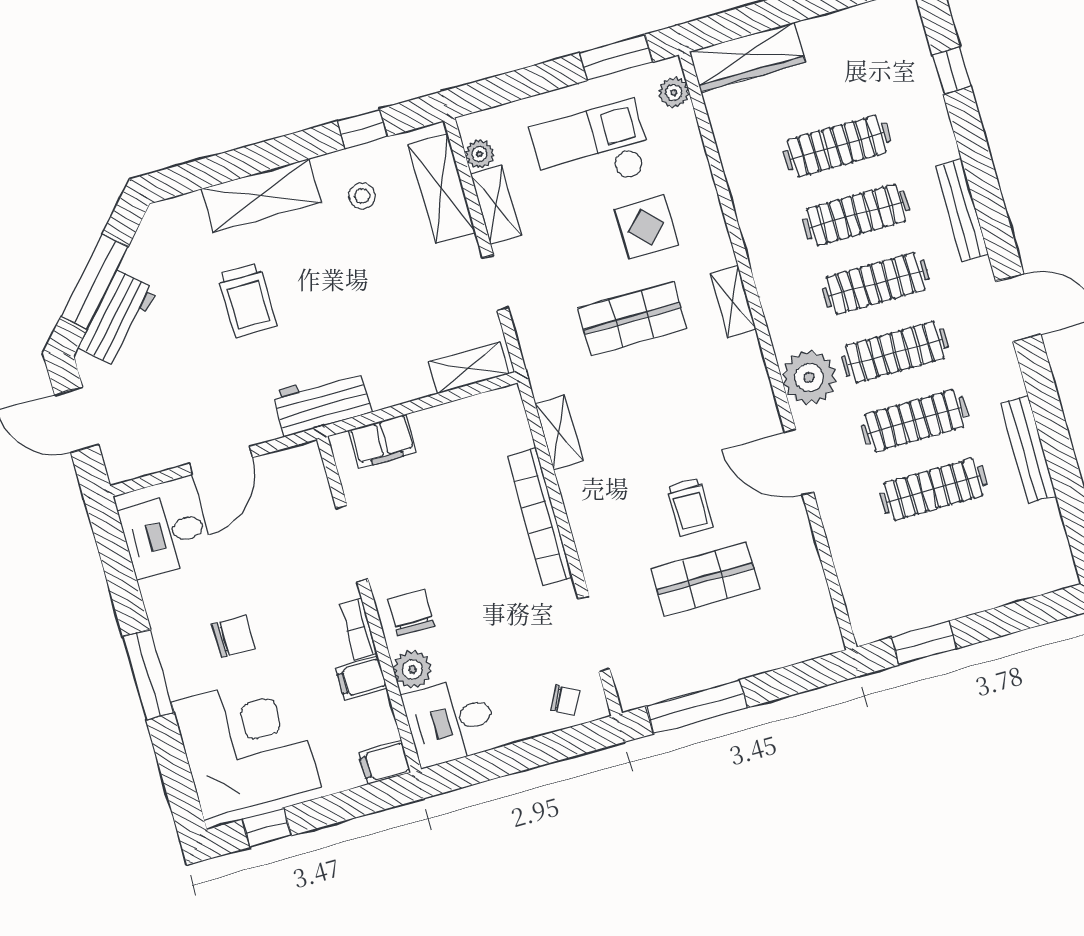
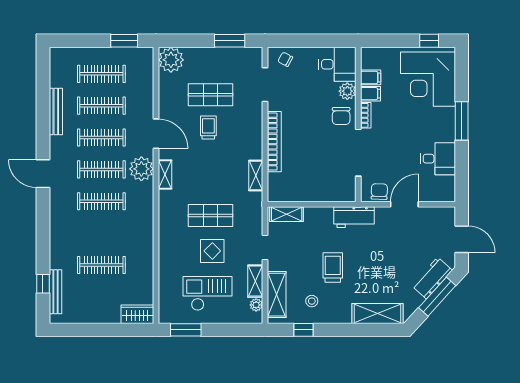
wardrobe: (747, 57) -> (137, 314), width x0.67
plant: (674, 92) -> (171, 60), moved, width x1.88, depth x1.88
checkout: (591, 149) -> (207, 293), turned 180
shelving: (261, 196) -> (377, 313), moved
bench: (962, 210) -> (55, 292), moved
clothes rail: (856, 215) -> (101, 74), moved
display table: (646, 227) -> (212, 251), moved
trolley: (247, 300) -> (333, 267), moved
shelving: (733, 302) -> (165, 175), moved
filing cabinet: (382, 441) -> (333, 193), removed
desk: (164, 535) -> (438, 159), moved
doorway: (352, 544) -> (358, 153), width x1.36
chair: (233, 636) -> (379, 192), moved, turned 92
window: (697, 707) -> (230, 41), width x0.69
filing cabinet: (385, 762) -> (371, 77), moved

